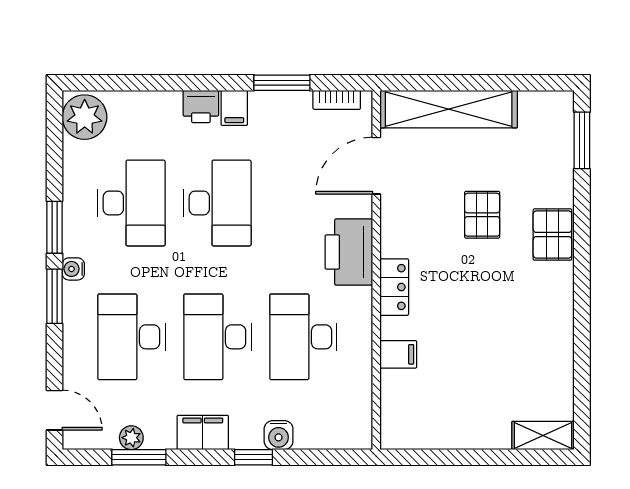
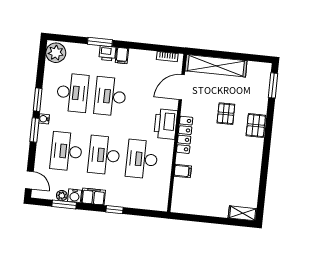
window: (282, 83) -> (100, 42), moved
desk: (217, 203) -> (110, 96), turned 180
locker: (394, 287) -> (185, 135), width x1.53
water cooler: (279, 435) -> (75, 196), moved

